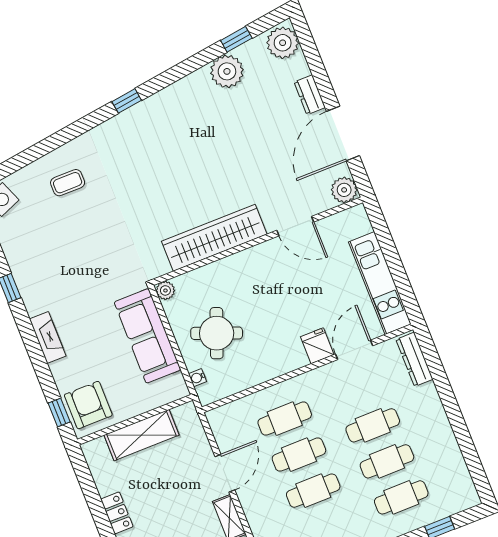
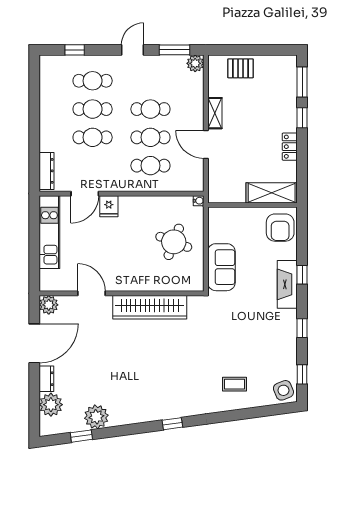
plant: (283, 43) -> (51, 405), moved
plant: (165, 290) -> (197, 285), removed
sofa: (147, 336) -> (221, 267), width x0.73
fireplace: (48, 337) -> (287, 284), width x1.37, depth x1.32
water cooler: (198, 378) -> (199, 201), moved
window: (59, 413) -> (302, 275), moved
shelving: (141, 435) -> (272, 193), moved
door: (225, 473) -> (206, 144), hinge flipped

